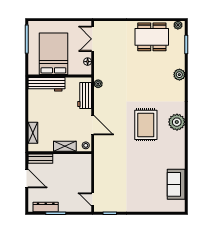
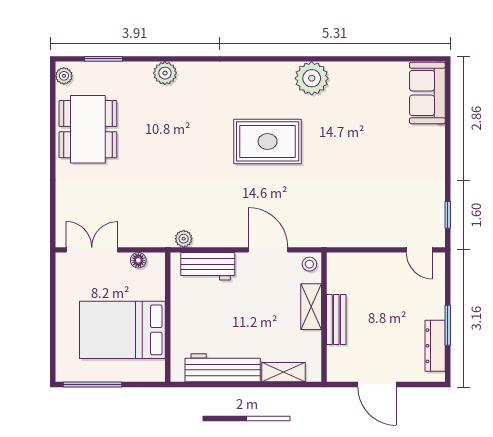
double door: (93, 39) -> (92, 250), swing flipped
workbench: (46, 84) -> (223, 368), moved, turned -90
plant: (177, 122) -> (312, 78), moved
door: (93, 125) -> (268, 250), hinge flipped
bench: (40, 159) -> (336, 319), moved
door: (27, 178) -> (377, 384), swing flipped
sofa: (176, 184) -> (427, 93), moved, turned 90
door: (93, 199) -> (419, 250), hinge flipped

